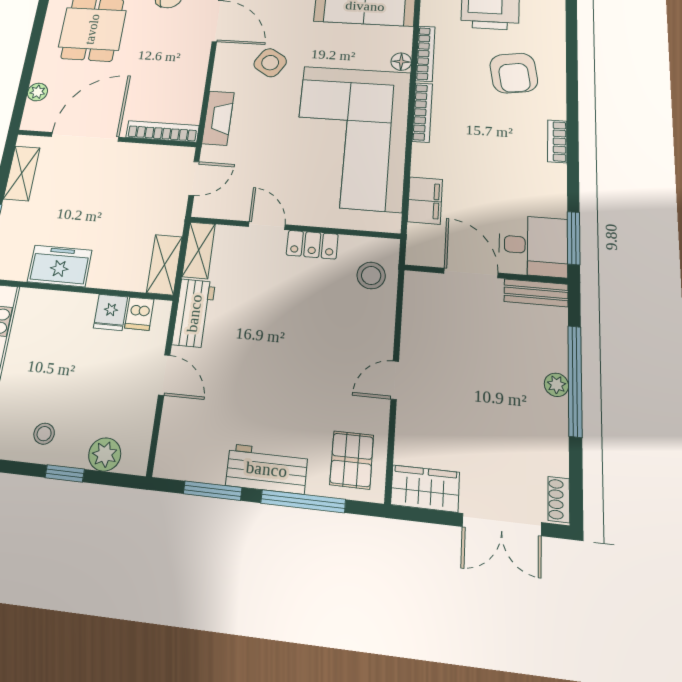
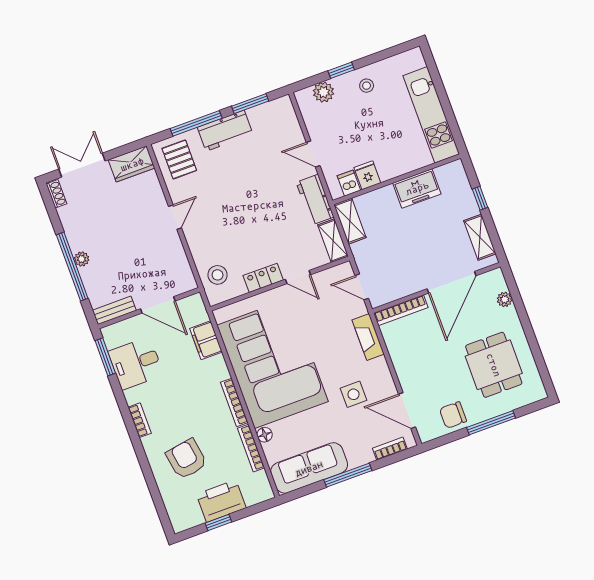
side table: (270, 63) -> (353, 394), turned -32
door: (194, 178) -> (362, 287), hinge flipped
desk: (533, 246) -> (136, 363), moved

